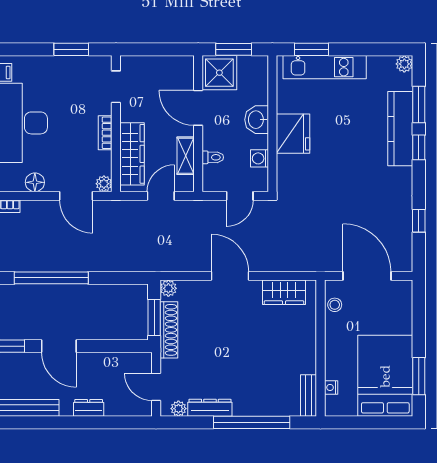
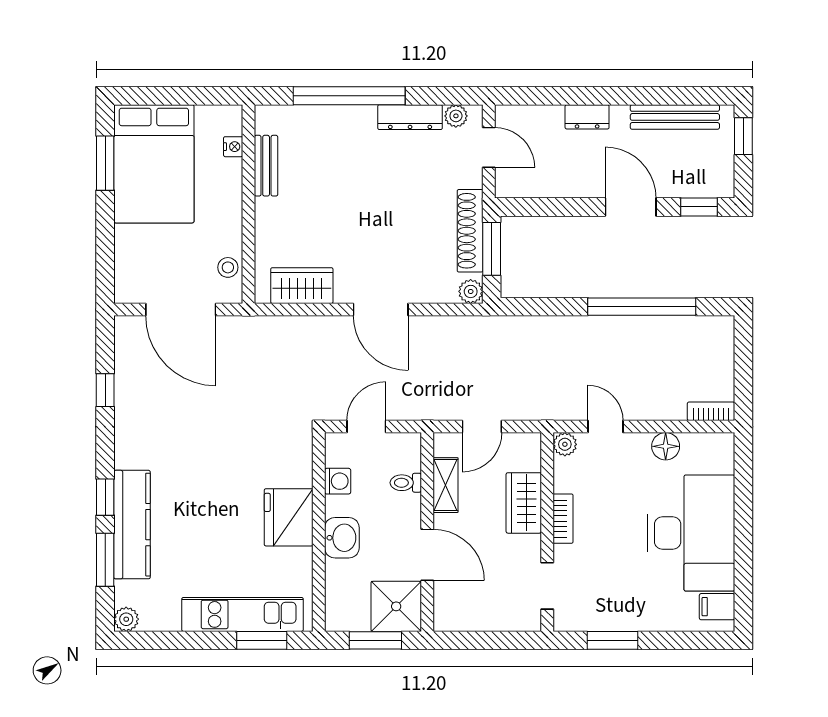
wardrobe: (132, 154) -> (524, 503), width x0.67
door: (76, 196) -> (606, 427), width x0.73
bench: (309, 395) -> (266, 166), moved

